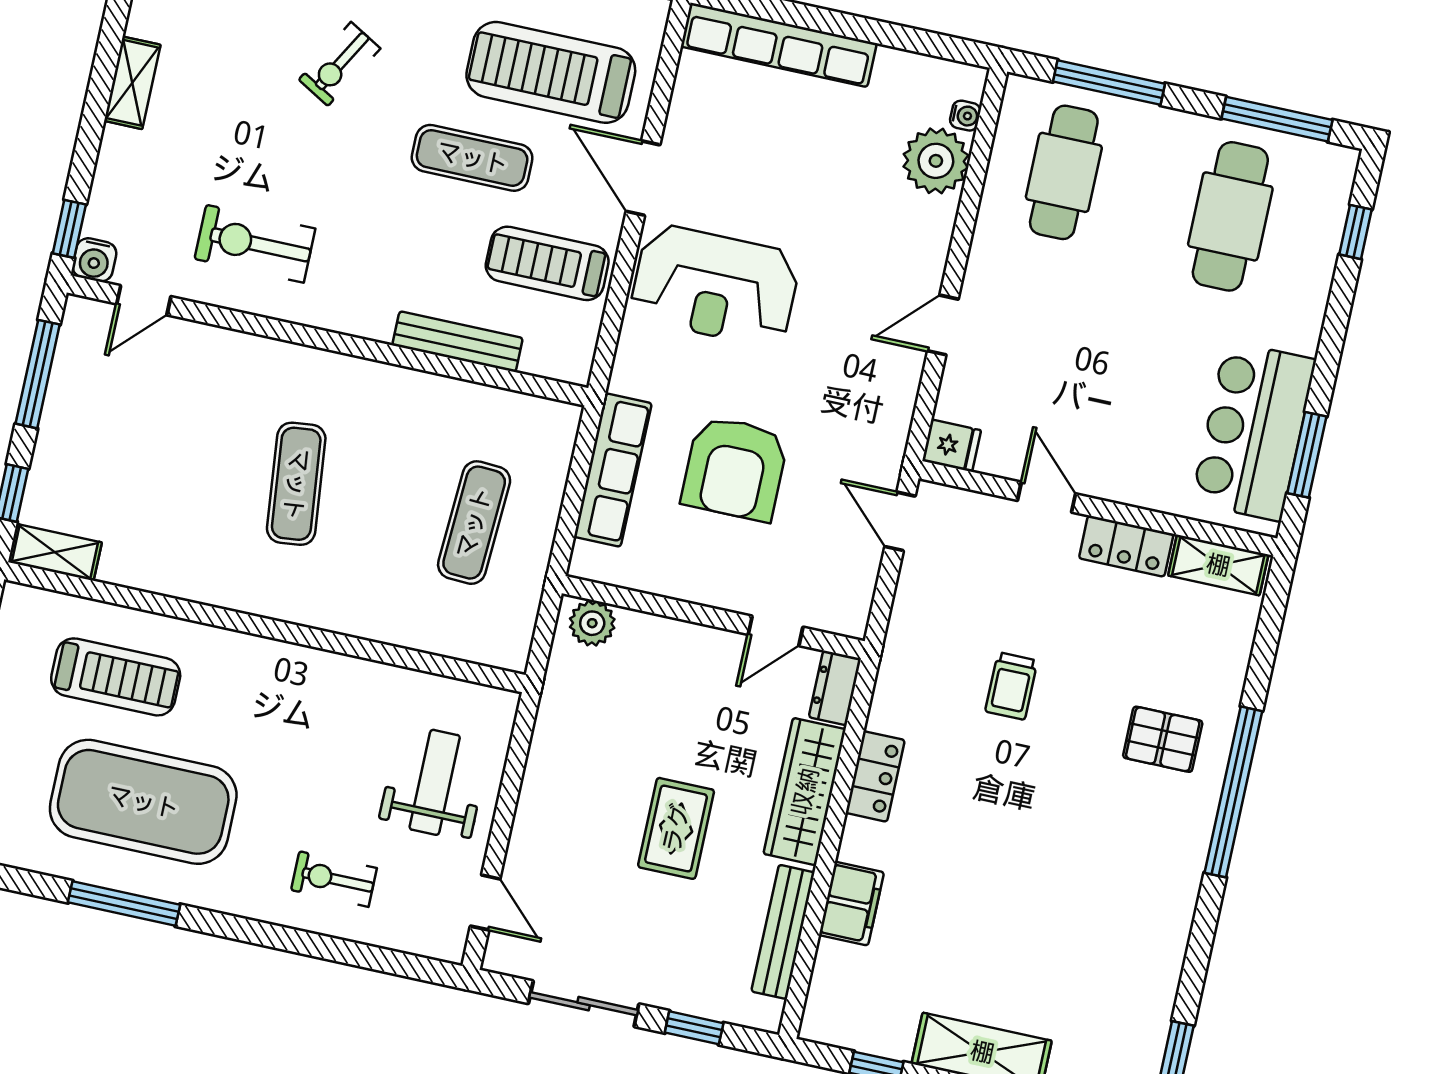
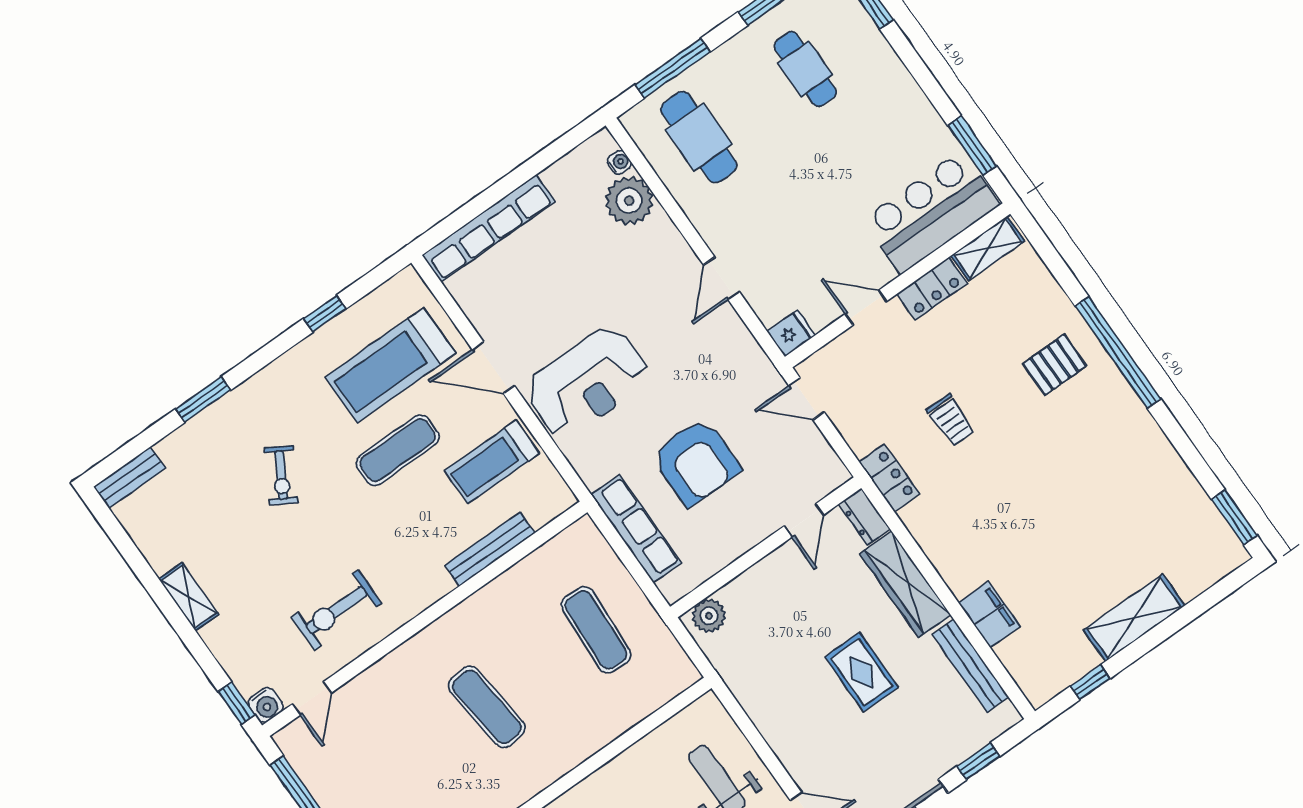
cafe table: (1230, 216) -> (805, 69), width x0.73, depth x0.74
bar counter: (1253, 431) -> (931, 212), moved, turned 90
locker: (875, 776) -> (889, 478), moved

